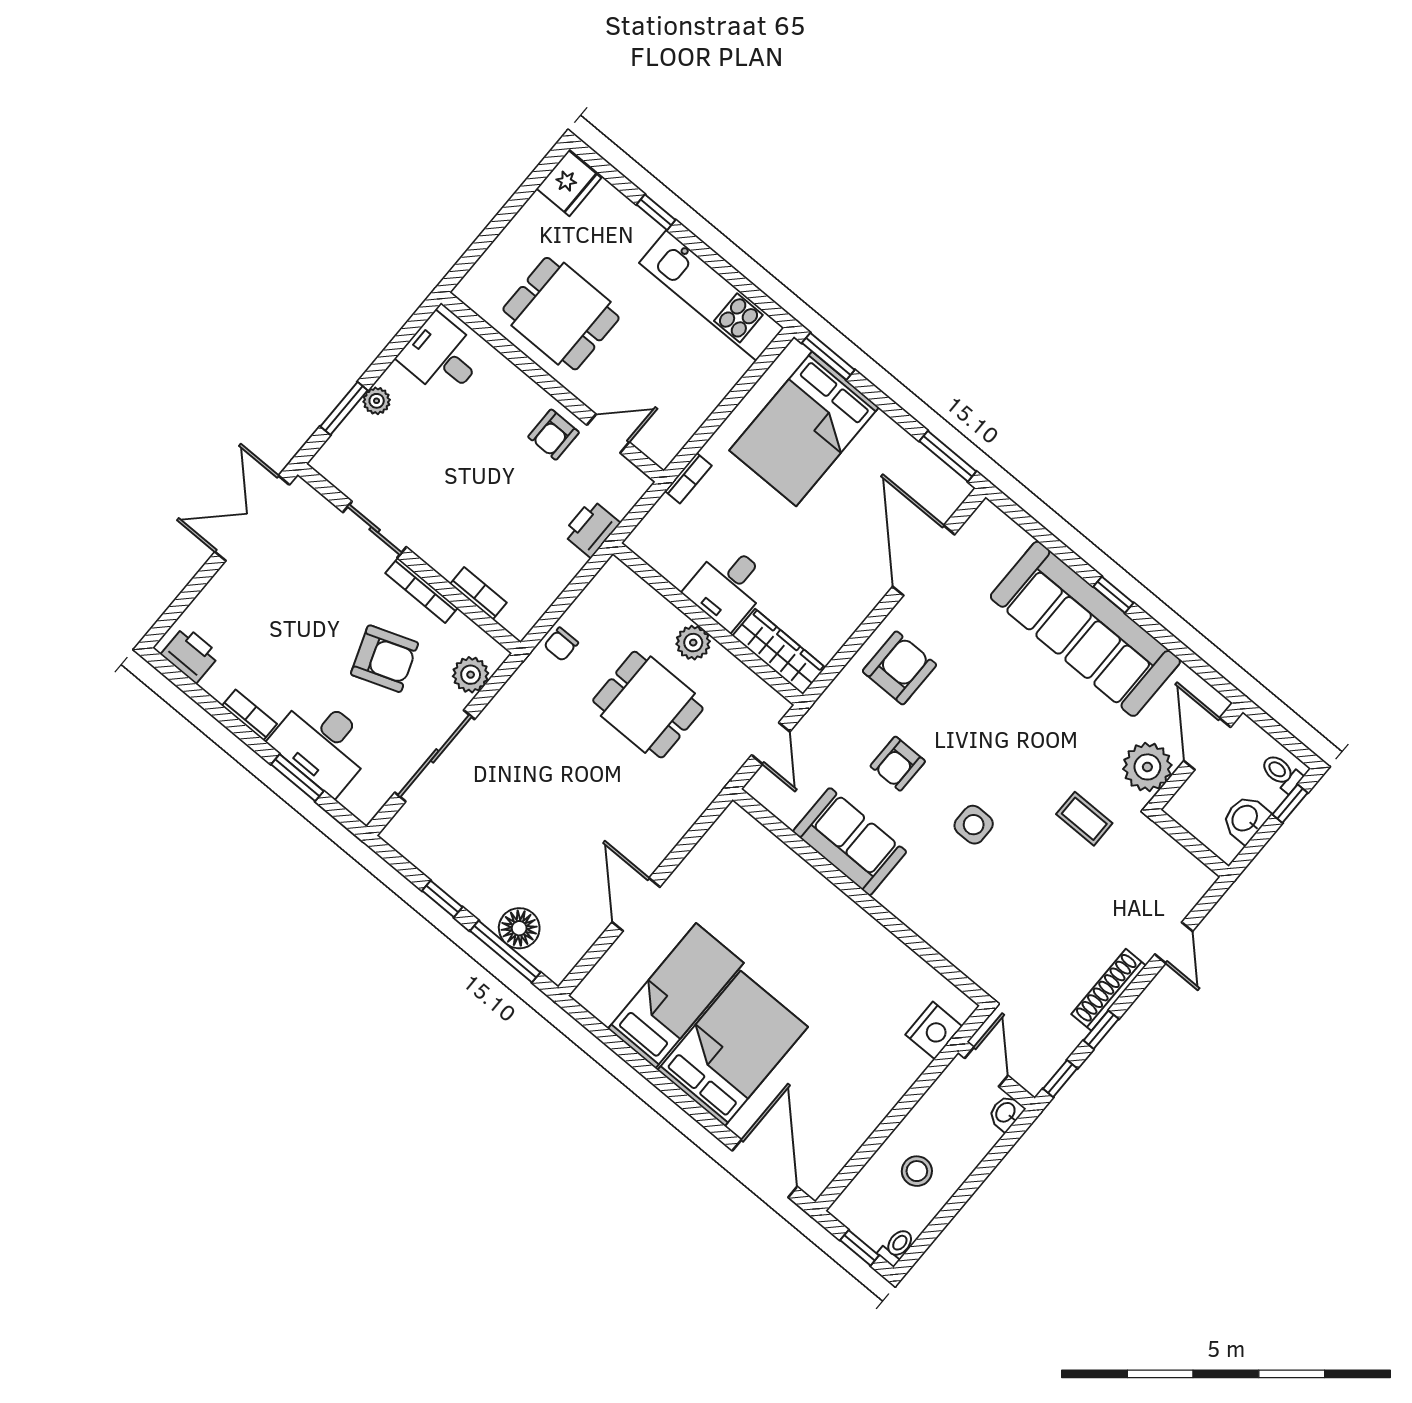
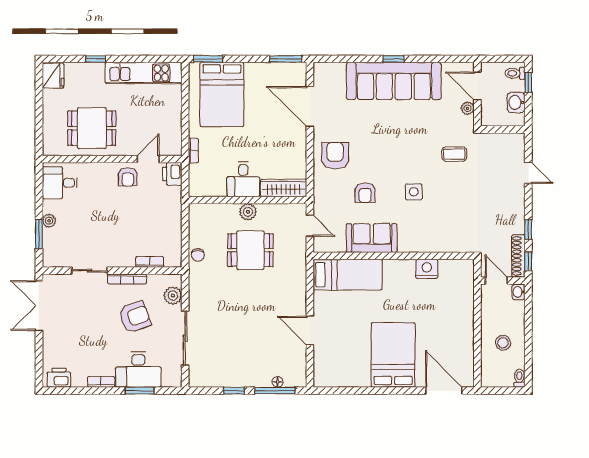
printer: (591, 528) -> (172, 174), moved
plant: (1147, 767) -> (468, 108), width x0.53, depth x0.53
floor lamp: (519, 928) -> (277, 382), width x0.53, depth x0.53
shoe rack: (1109, 990) -> (518, 256), moved
bed: (676, 996) -> (348, 275), moved, turned 90
nightstand: (934, 1030) -> (427, 269), moved, turned -90
window: (860, 1248) -> (506, 391), removed

